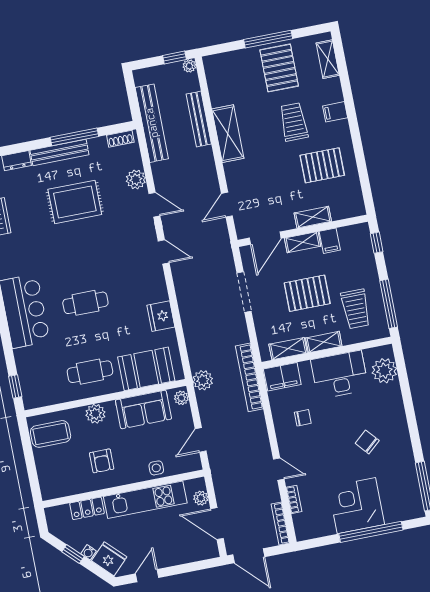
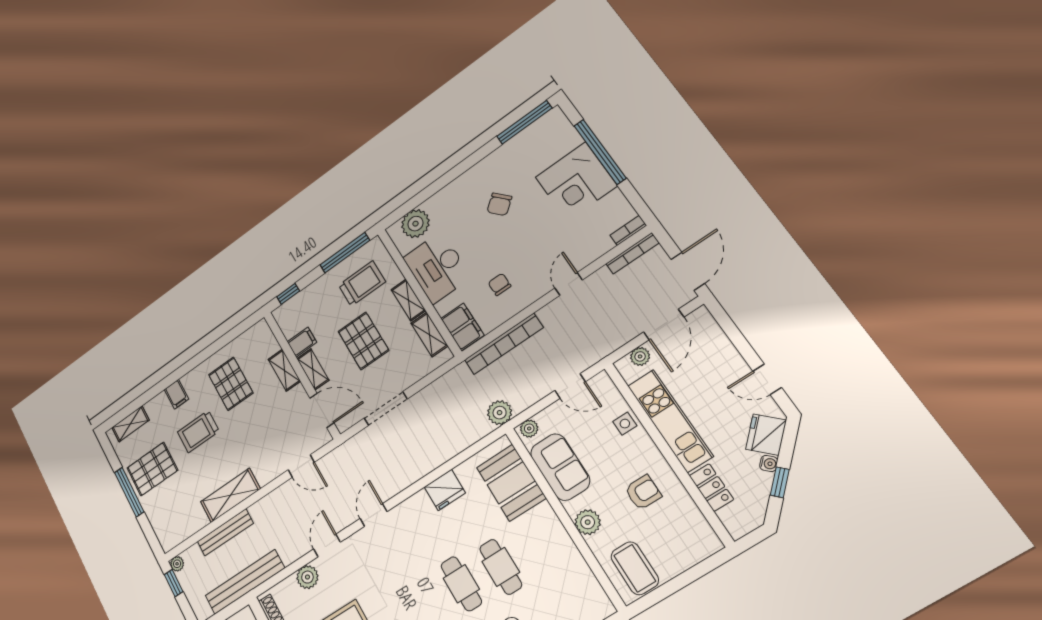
cafe table: (90, 372) -> (501, 567), moved
bookcase: (249, 377) -> (504, 344), moved
bookcase: (294, 499) -> (628, 230), moved

